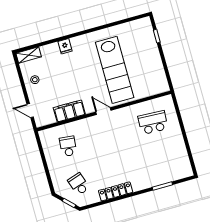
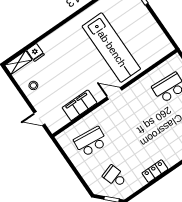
fridge: (65, 46) -> (35, 52), moved
school desk: (68, 146) -> (91, 142), width x1.85
locker: (116, 191) -> (155, 171), width x0.66

